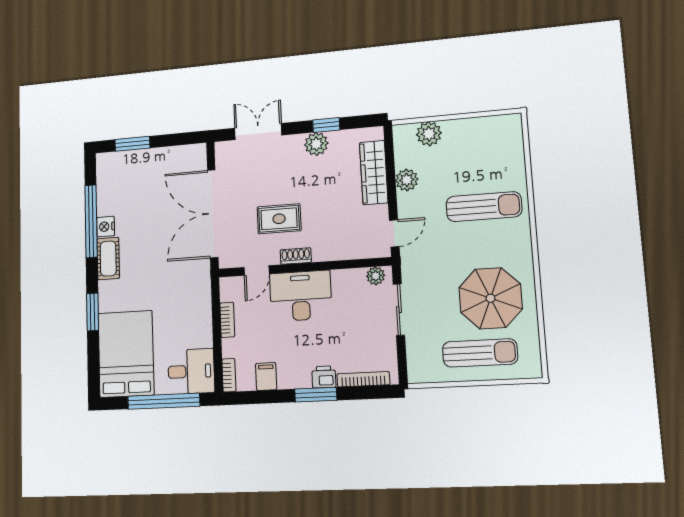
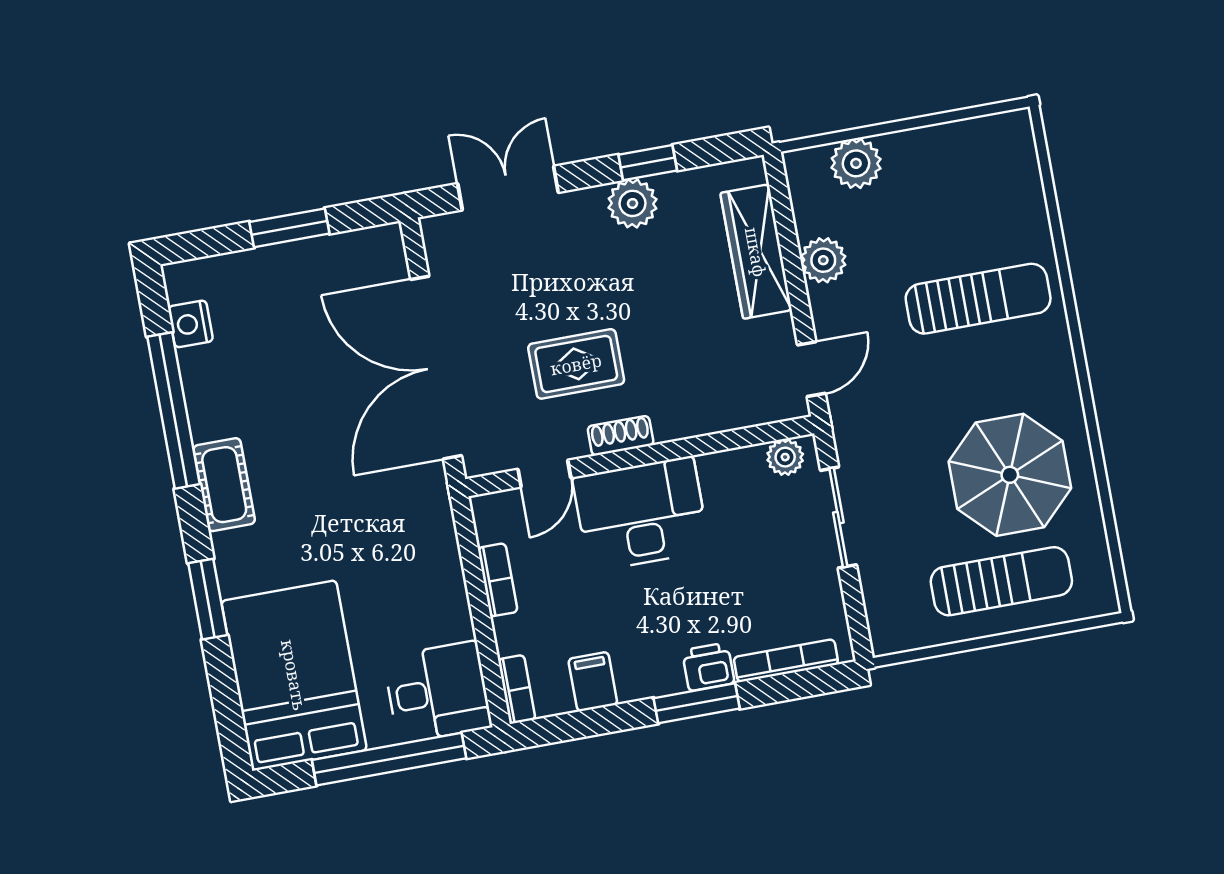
window: (132, 144) -> (289, 228), moved
nightstand: (106, 227) -> (190, 324), moved

